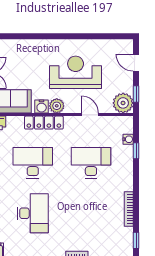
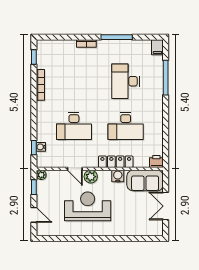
reception desk: (76, 72) -> (88, 206), turned 180
plant: (123, 103) -> (41, 175), width x0.53, depth x0.53
plant: (57, 106) -> (91, 177), moved
window: (136, 151) -> (34, 148), moved

